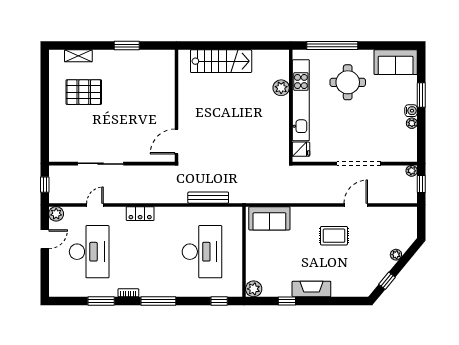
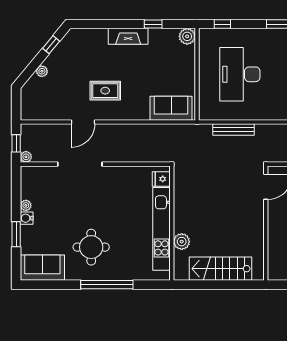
plant: (281, 88) -> (182, 242), moved
kitchen unit: (301, 100) -> (161, 229), moved
wall: (291, 106) -> (172, 223), moved
fridge: (301, 149) -> (161, 179), moved

